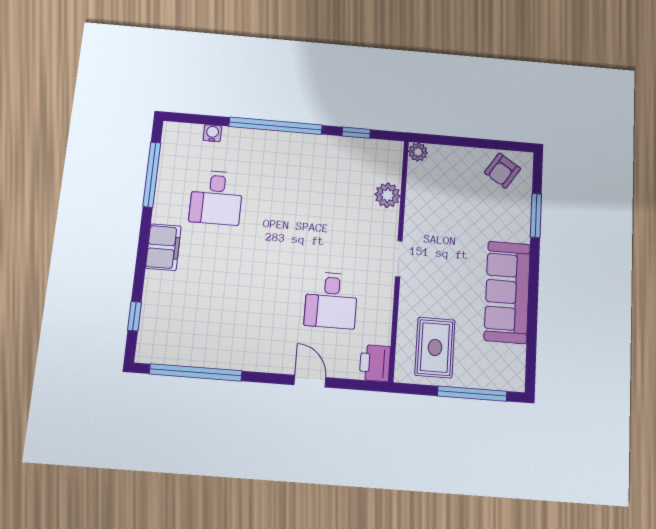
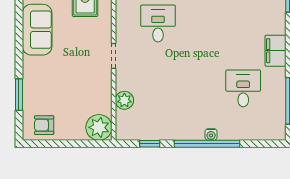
water cooler: (212, 133) -> (211, 134), moved
plant: (418, 152) -> (99, 127), width x1.88, depth x1.88
armchair: (502, 171) -> (44, 125), turned -123
sofa: (507, 292) -> (37, 30), width x0.73

